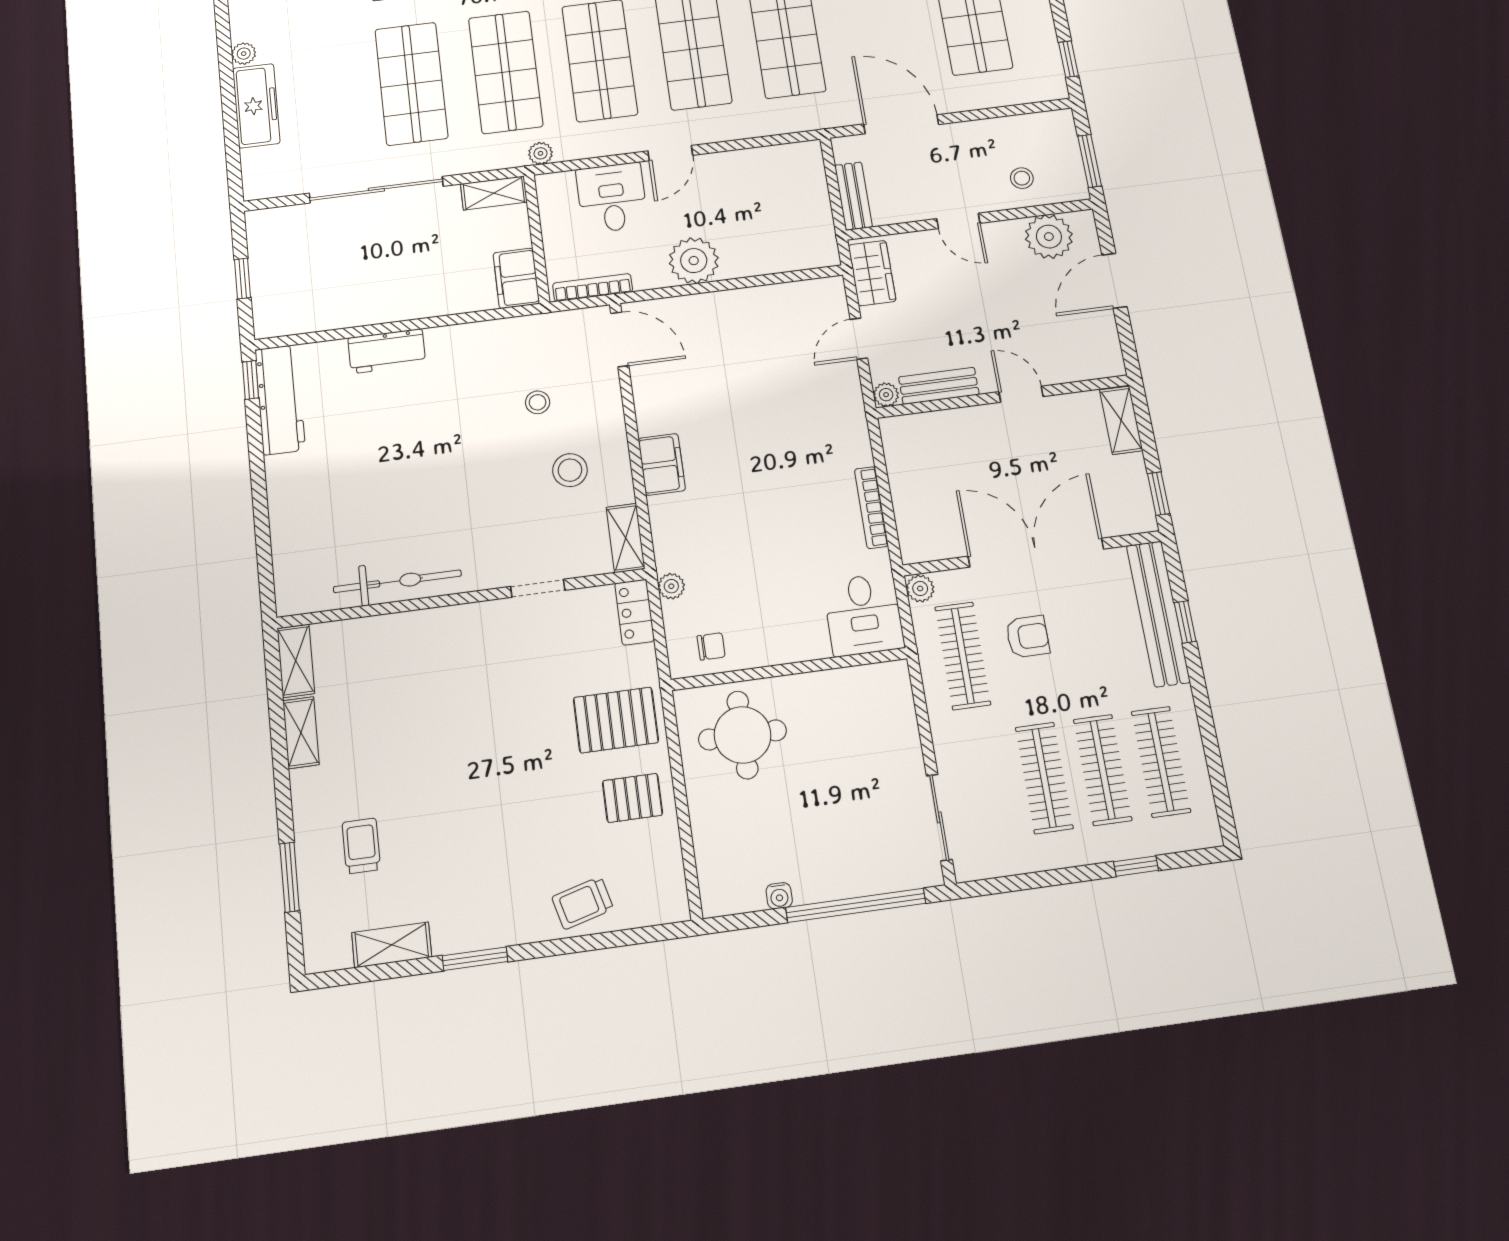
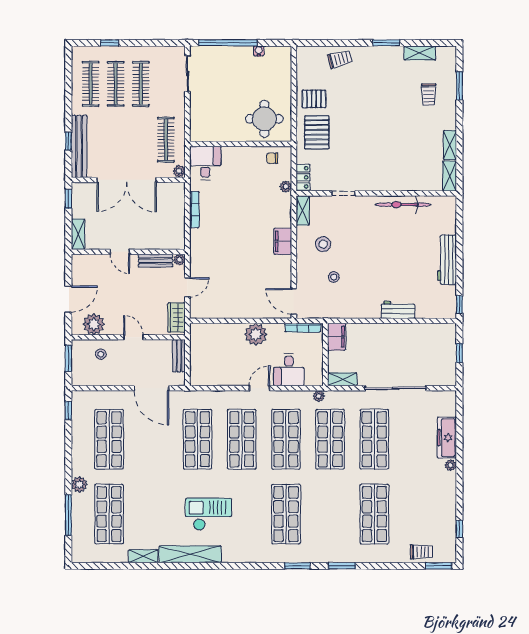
workbench: (280, 400) -> (447, 260), moved
armchair: (1028, 637) -> (137, 144), removed
pallet: (616, 720) -> (317, 132), turned 90

